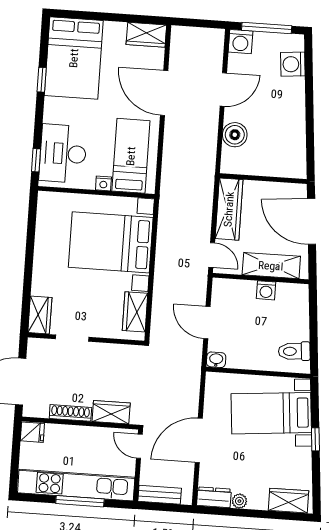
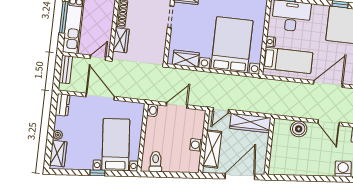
plant: (239, 501) -> (58, 135), moved

